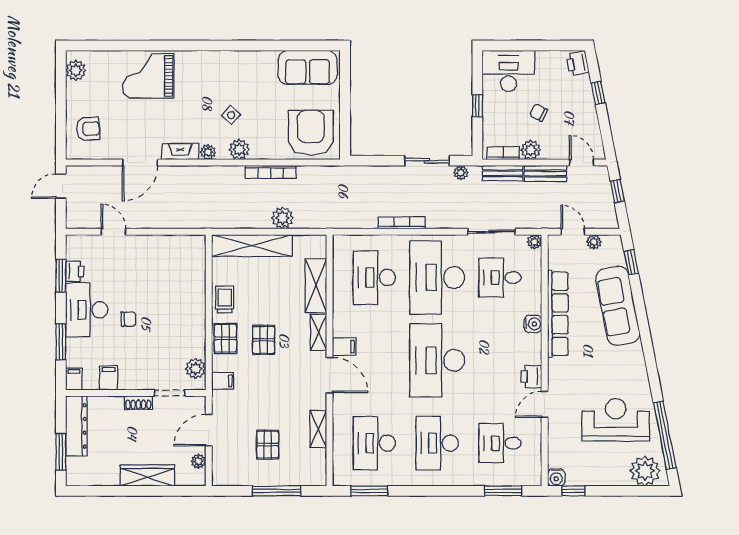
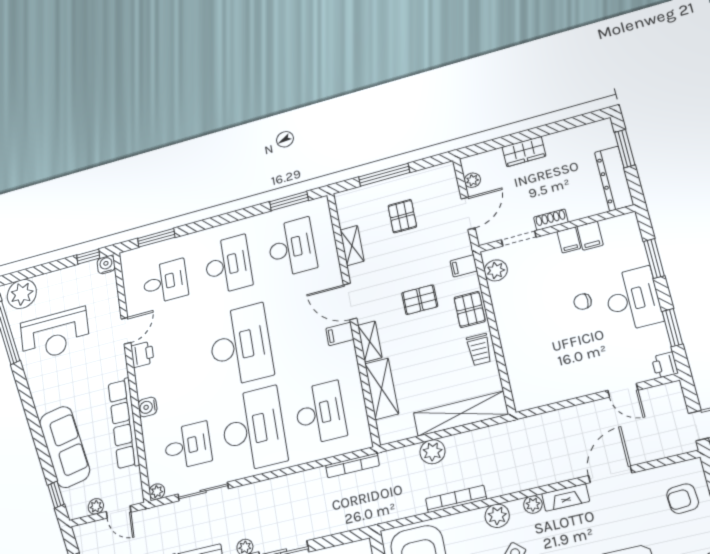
bookcase: (402, 223) -> (352, 465), moved
printer: (75, 271) -> (665, 365), moved
pallet: (264, 340) -> (420, 300), moved, turned 90
filing cabinet: (74, 379) -> (569, 240), moved
wardrobe: (147, 476) -> (524, 152), width x0.67

